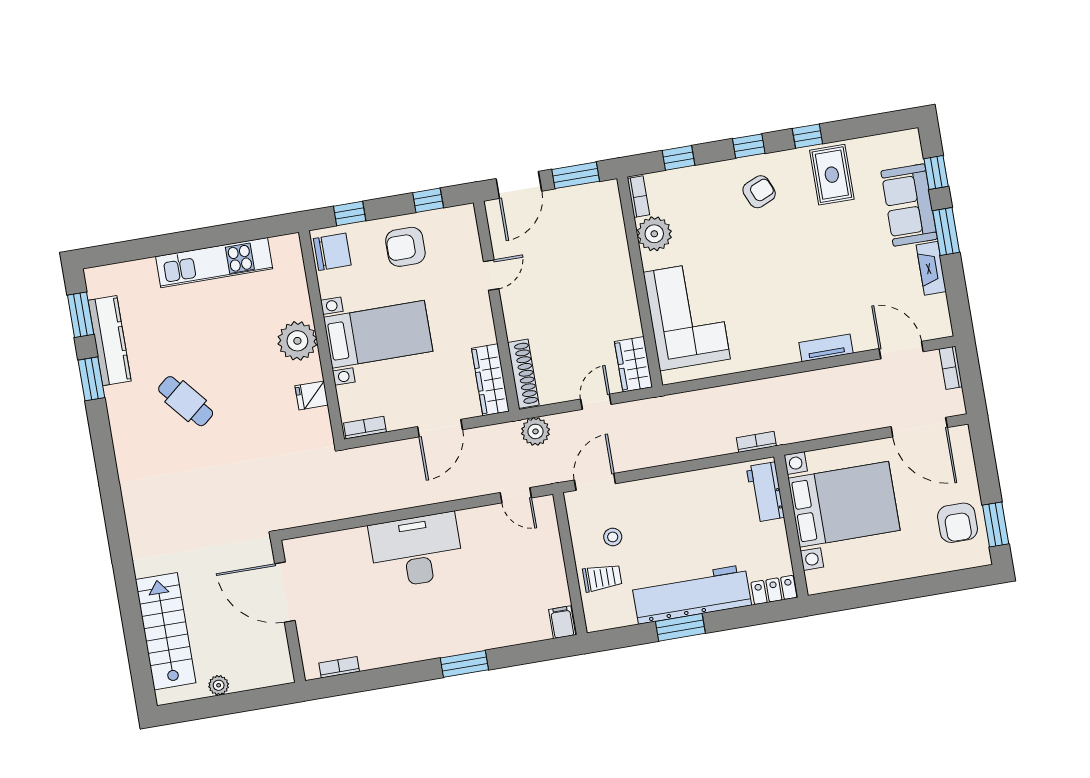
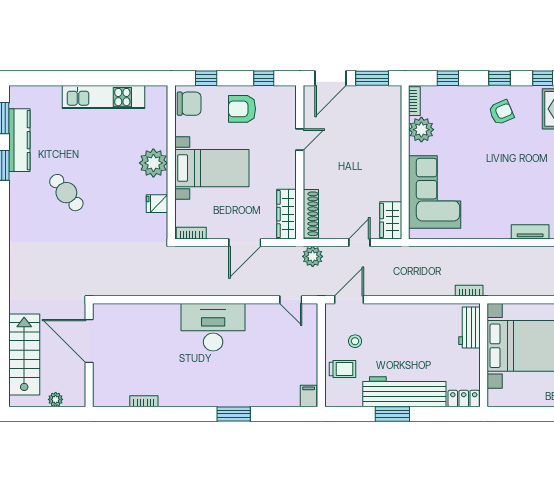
door: (285, 592) -> (89, 341), moved
wall: (288, 611) -> (89, 355), moved

